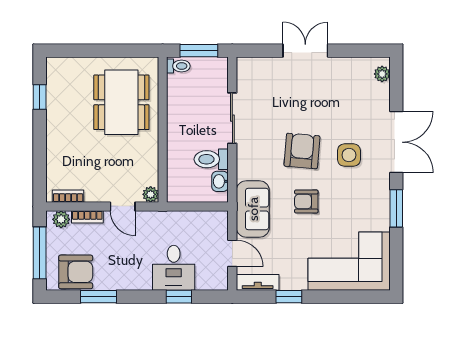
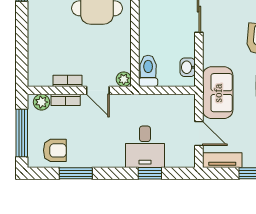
toilet: (211, 159) -> (148, 71), moved, turned 90
bookcase: (68, 196) -> (67, 81), moved
armchair: (76, 272) -> (55, 150), width x0.72, depth x0.72

